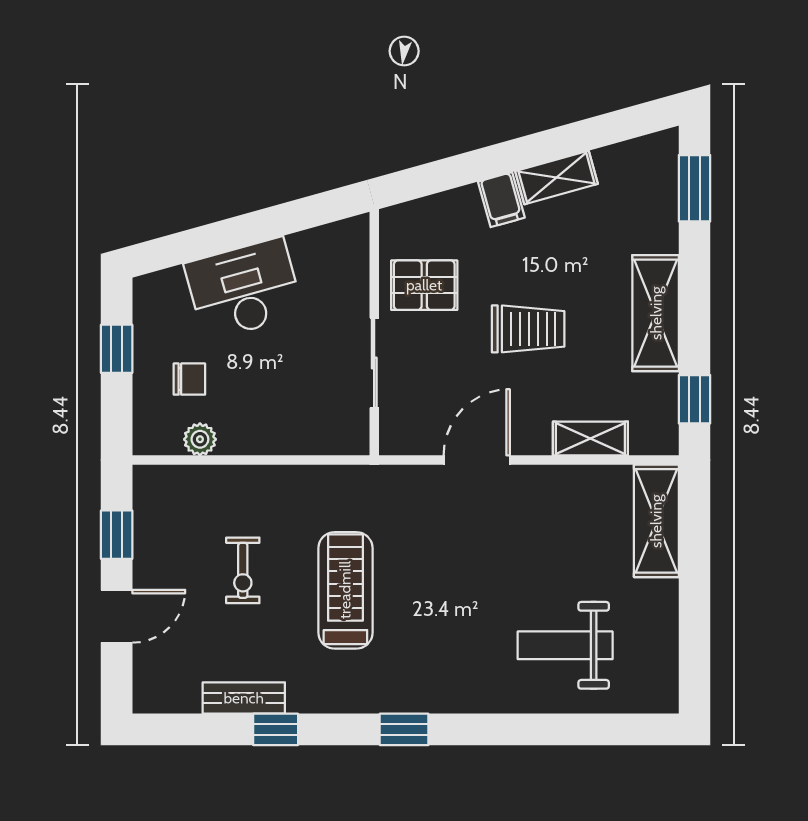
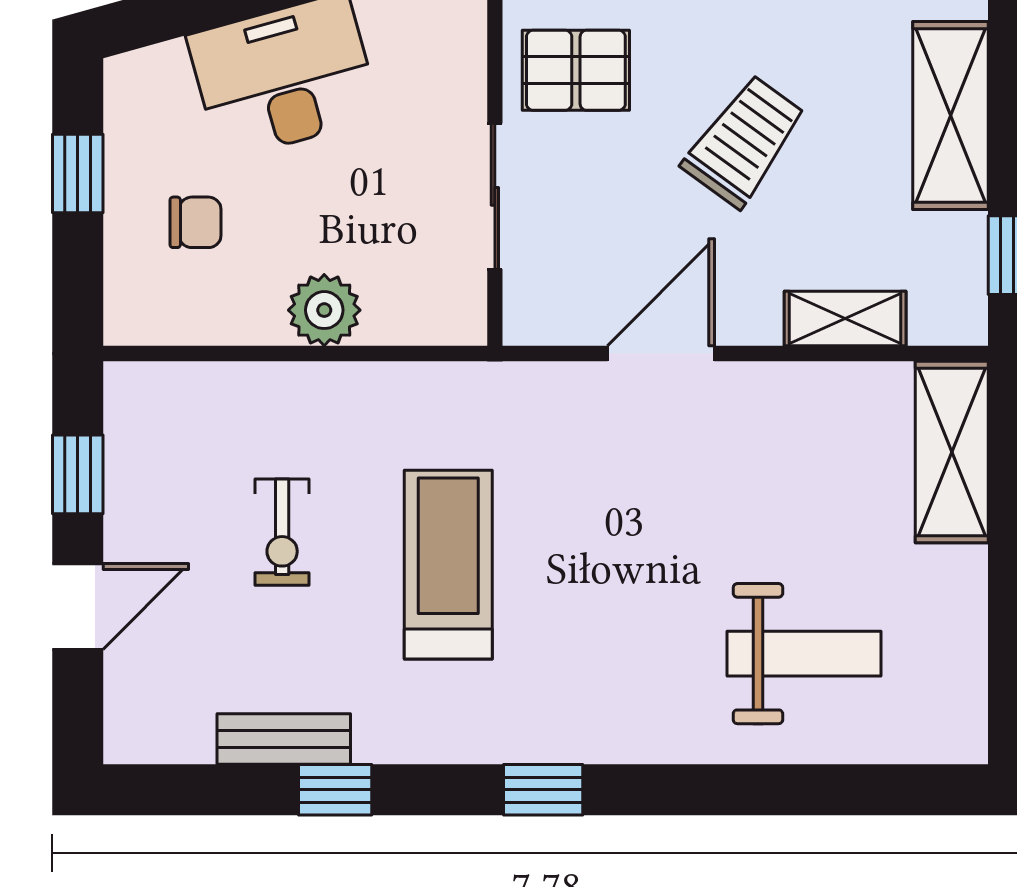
trolley: (528, 329) -> (744, 141), turned -54
plant: (200, 439) -> (324, 310), moved, width x1.38, depth x1.38
weight bench: (565, 645) -> (804, 654), turned 180

